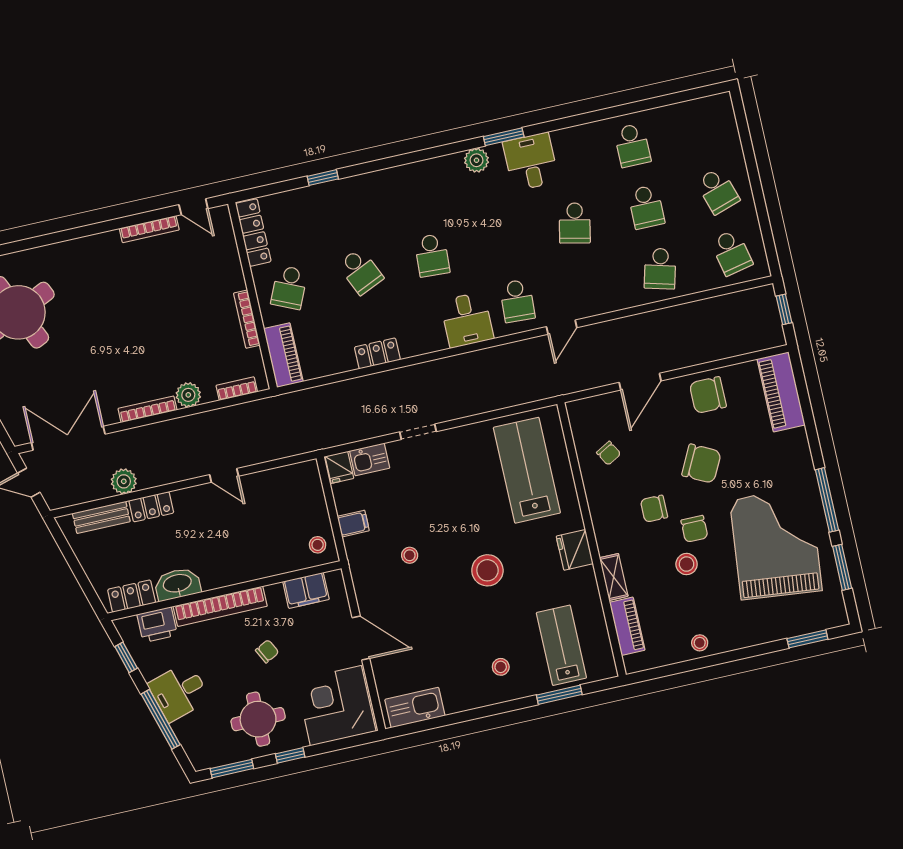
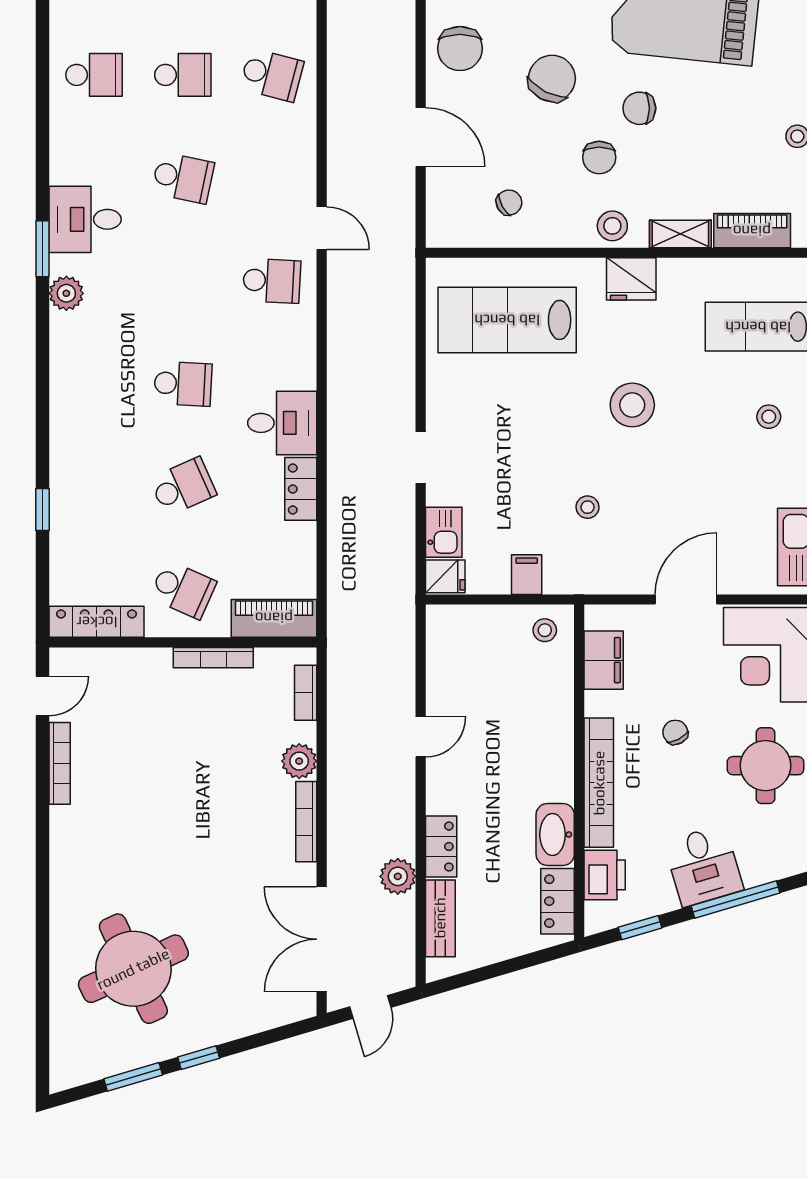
desk: (467, 320) -> (282, 423), moved
chair: (694, 529) -> (639, 108), turned 180
stool: (687, 564) -> (612, 226), moved

